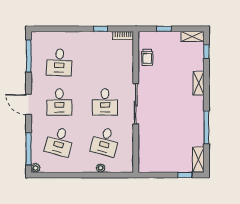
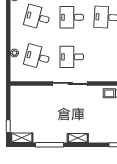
shelving: (199, 83) -> (78, 138), moved

